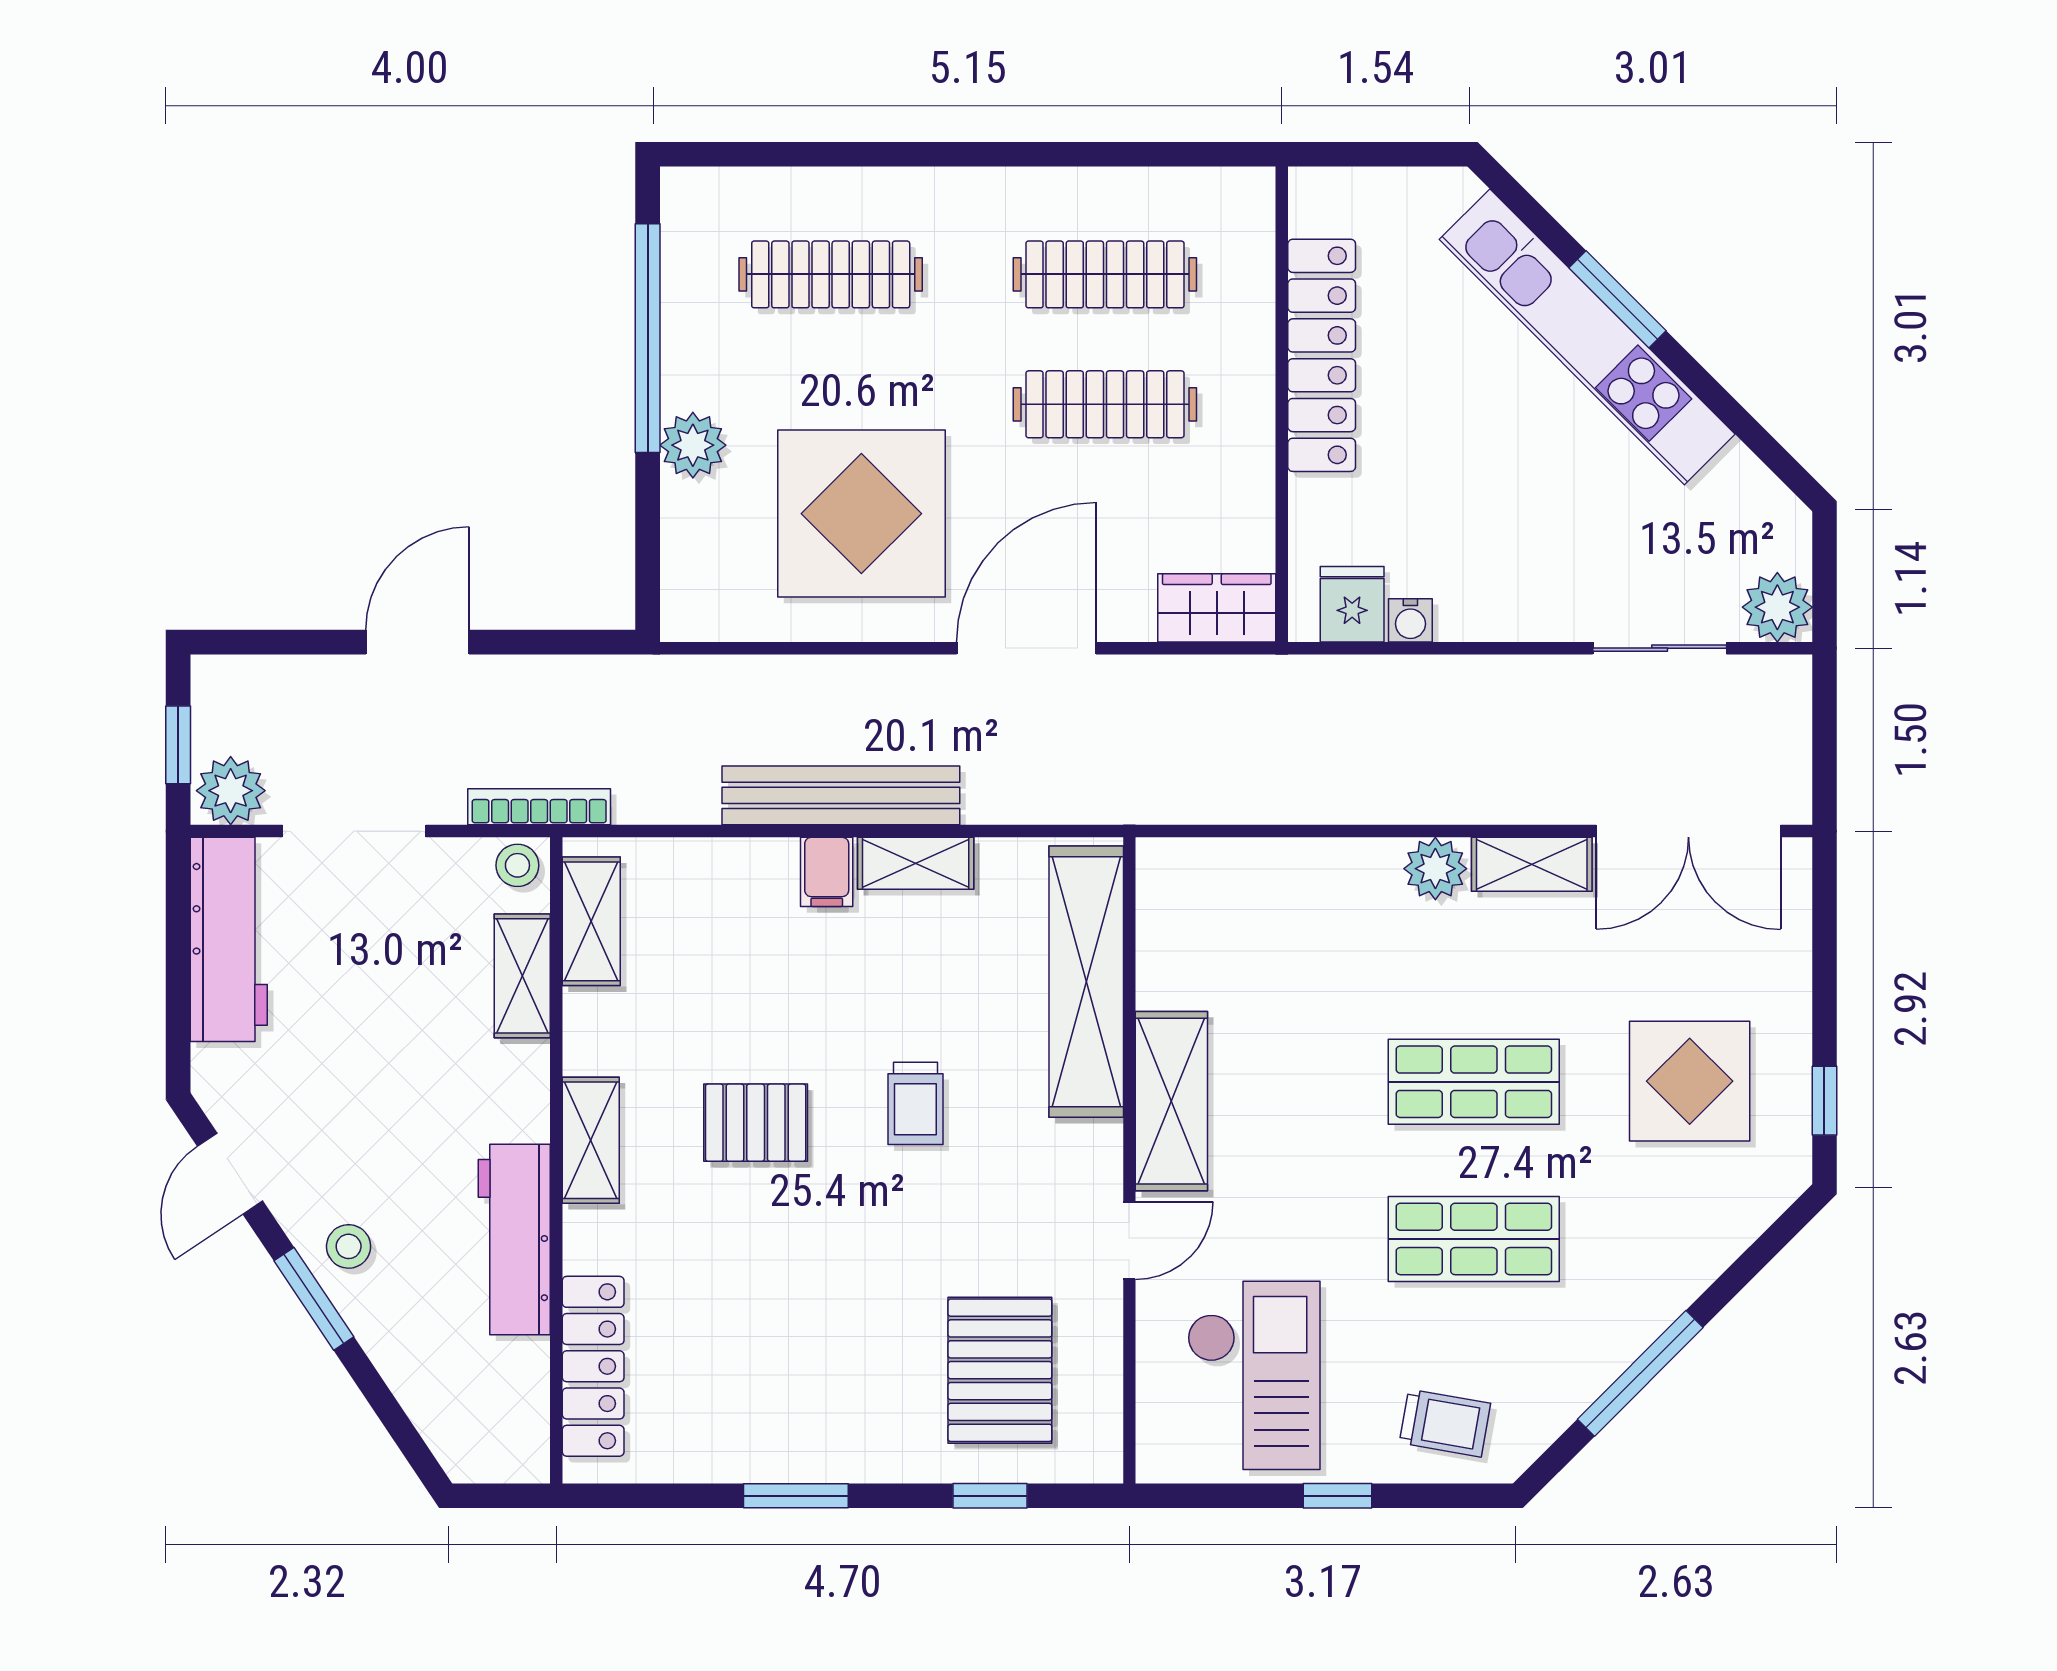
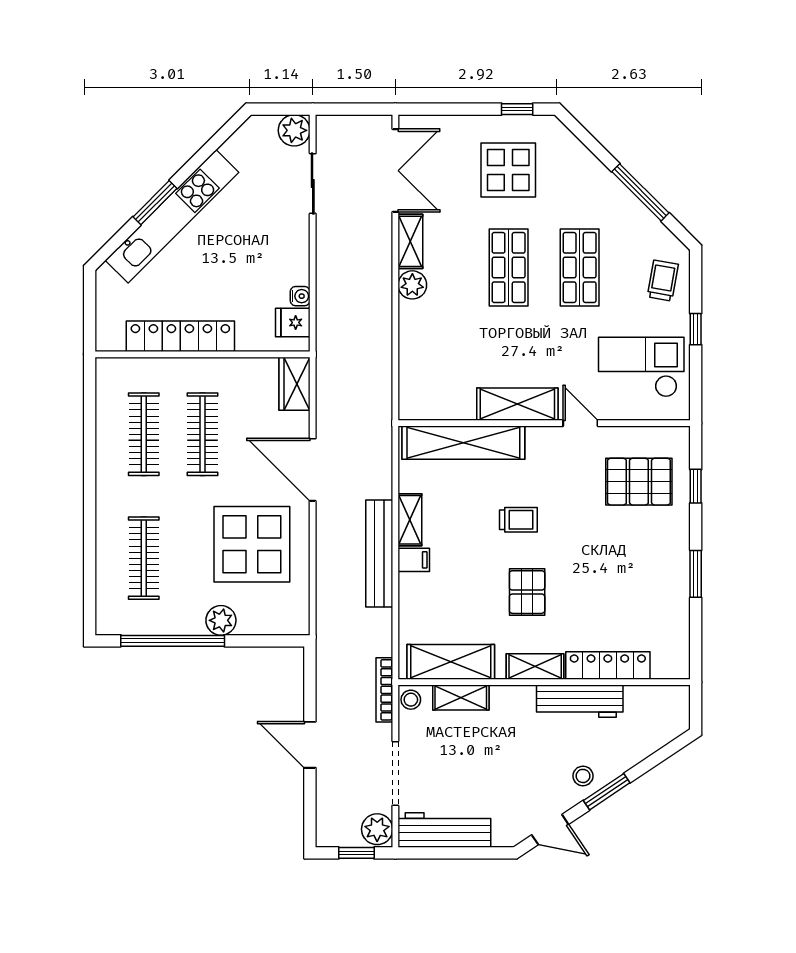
shelving: (591, 921) -> (451, 662), width x1.50, depth x1.33
locker: (593, 1366) -> (608, 665), moved

